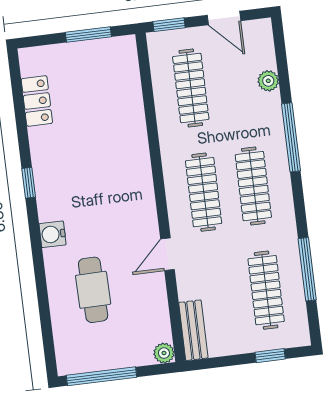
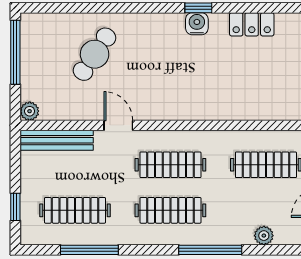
locker: (37, 101) -> (252, 24), moved
water cooler: (53, 234) -> (197, 24), moved
cafe table: (93, 290) -> (95, 54), turned -55
bench: (193, 330) -> (57, 140), width x1.36

